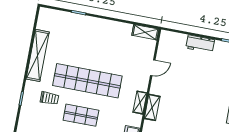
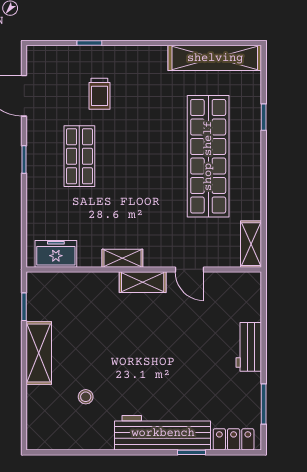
shelving: (38, 55) -> (215, 58), moved
shop shelf: (87, 81) -> (208, 156), moved
shelving: (152, 107) -> (143, 282), moved

